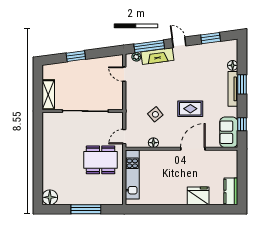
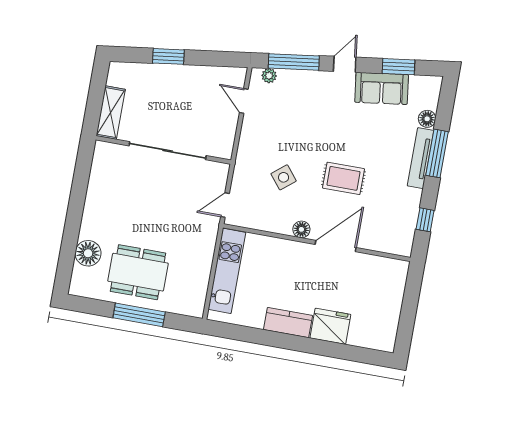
door: (179, 42) -> (345, 64), hinge flipped
fireplace: (157, 56) -> (304, 81), removed
window: (242, 84) -> (437, 153), width x1.44
sofa: (229, 132) -> (382, 88), moved, turned -98
floor lamp: (153, 143) -> (301, 229), moved
dining table: (101, 160) -> (138, 272), moved
kitchen counter: (231, 191) -> (288, 323), moved, turned 90
floor lamp: (50, 197) -> (88, 253), moved

